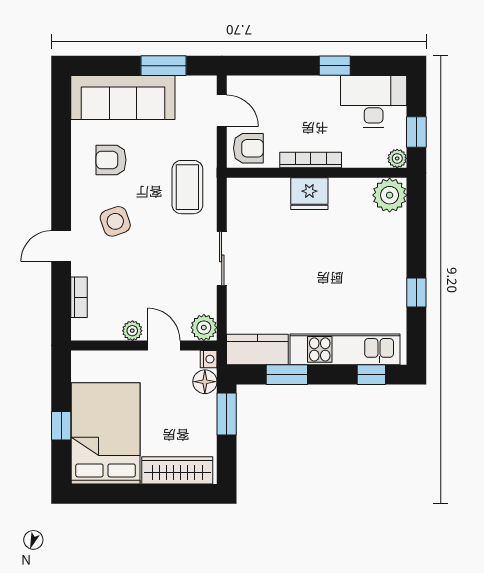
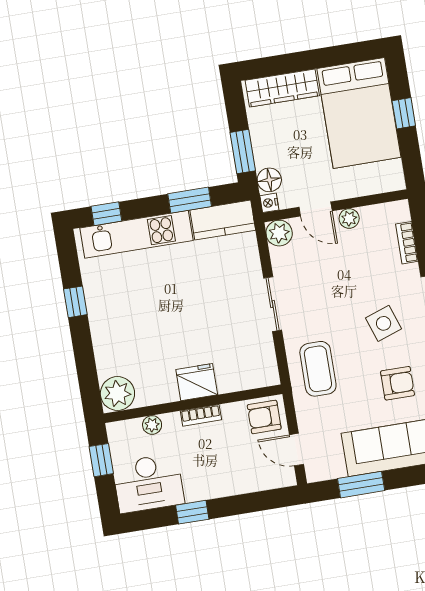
plant: (397, 158) -> (152, 425), moved
bookcase: (311, 160) -> (201, 415), width x0.64

